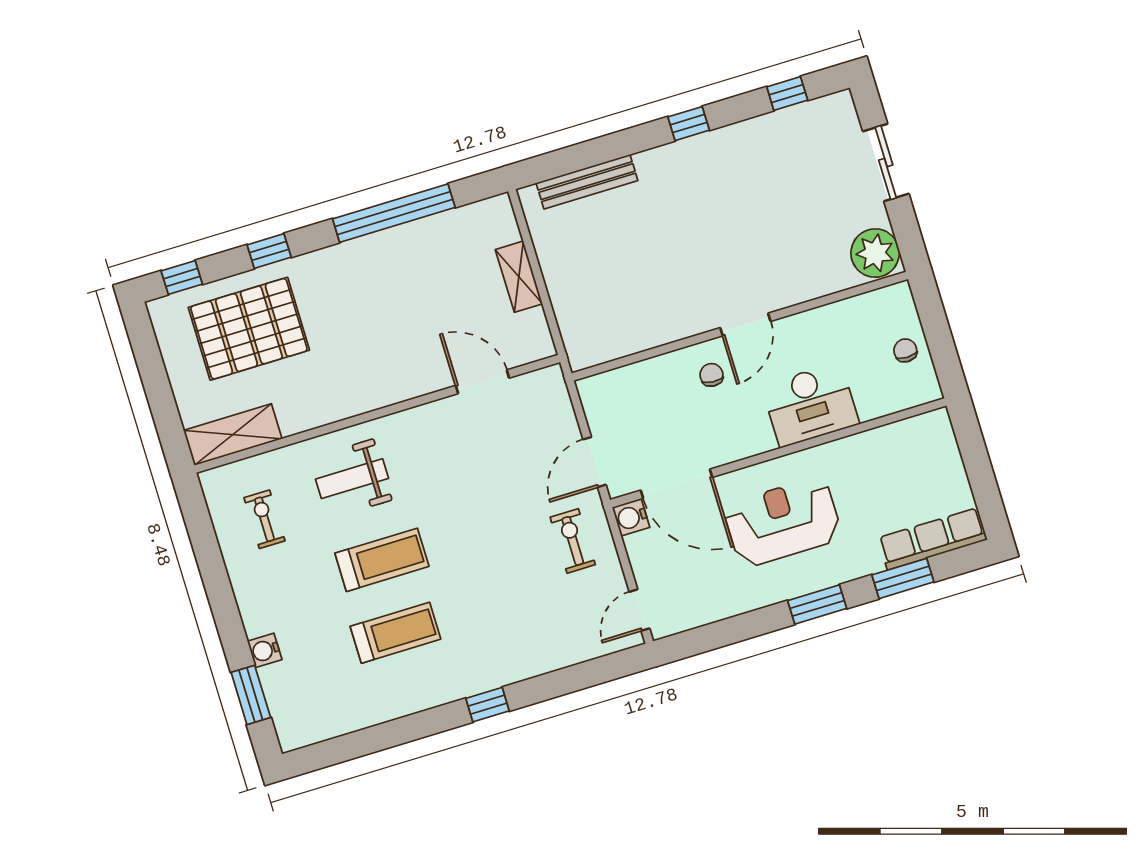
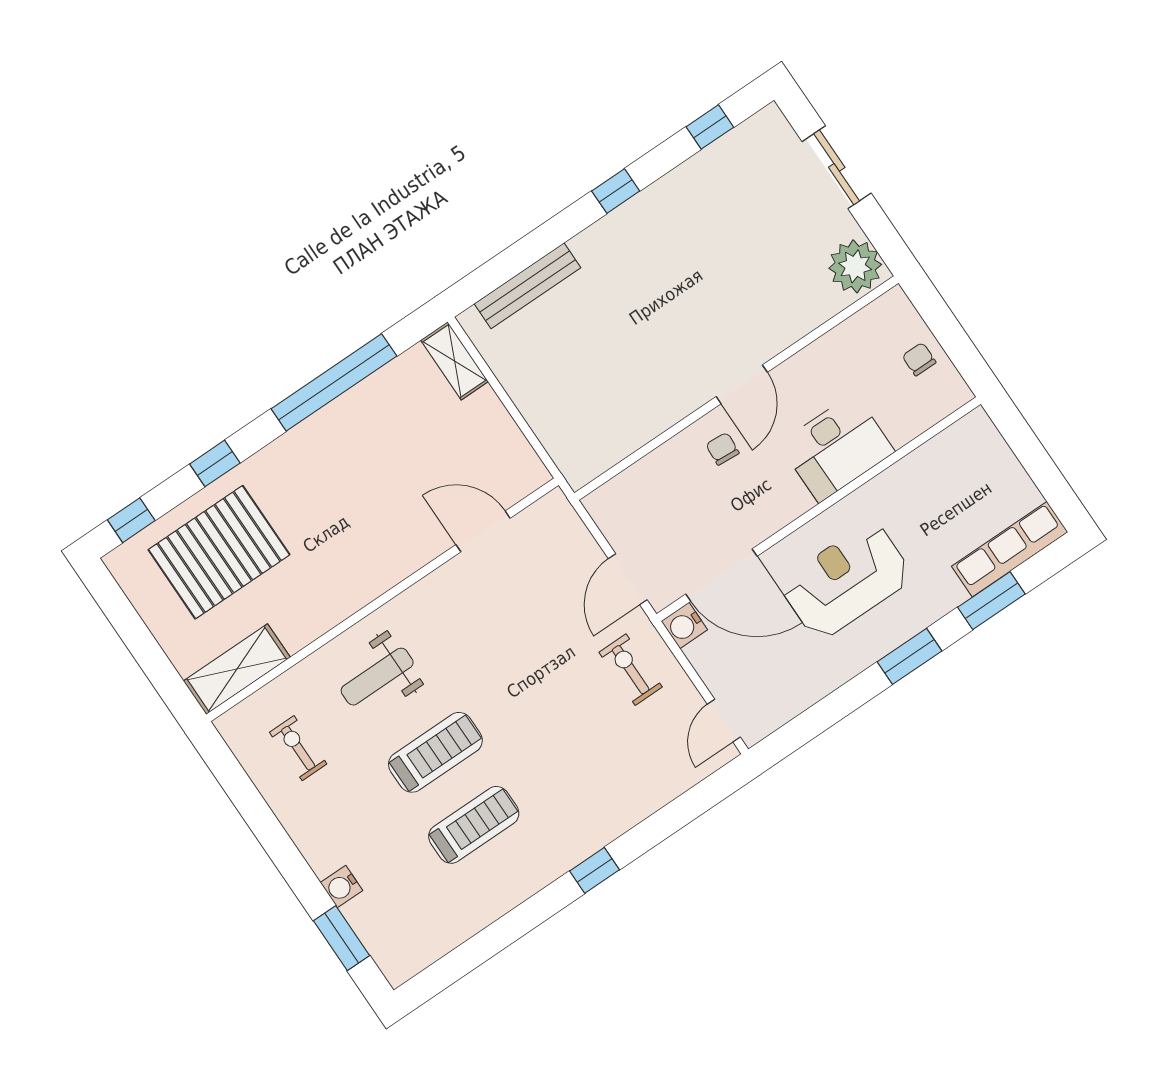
shelving: (519, 277) -> (455, 361), moved

